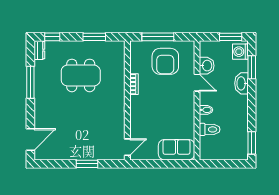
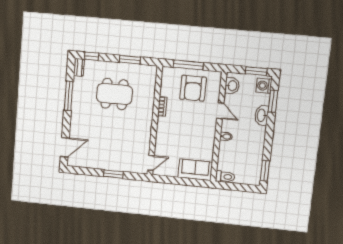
washbasin: (207, 66) -> (232, 86), moved
toilet: (210, 129) -> (225, 177), moved

